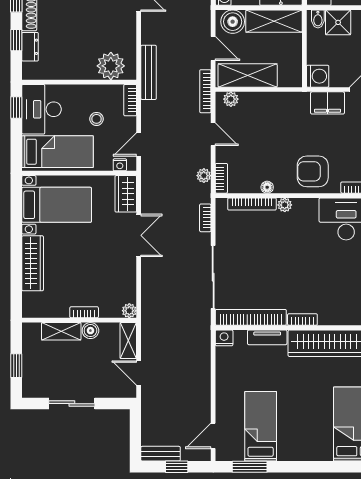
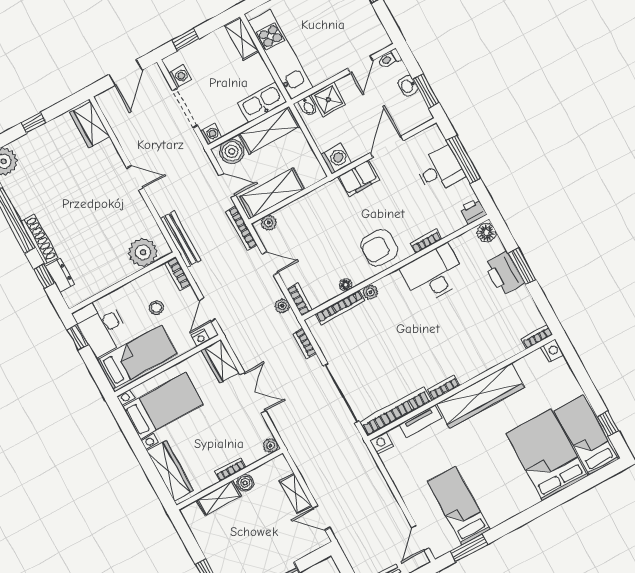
plant: (129, 311) -> (271, 446), moved
bookcase: (84, 312) -> (230, 469), moved
wall: (79, 320) -> (230, 479), moved
shelving: (61, 331) -> (219, 498), moved
boiler: (90, 331) -> (245, 483), moved

